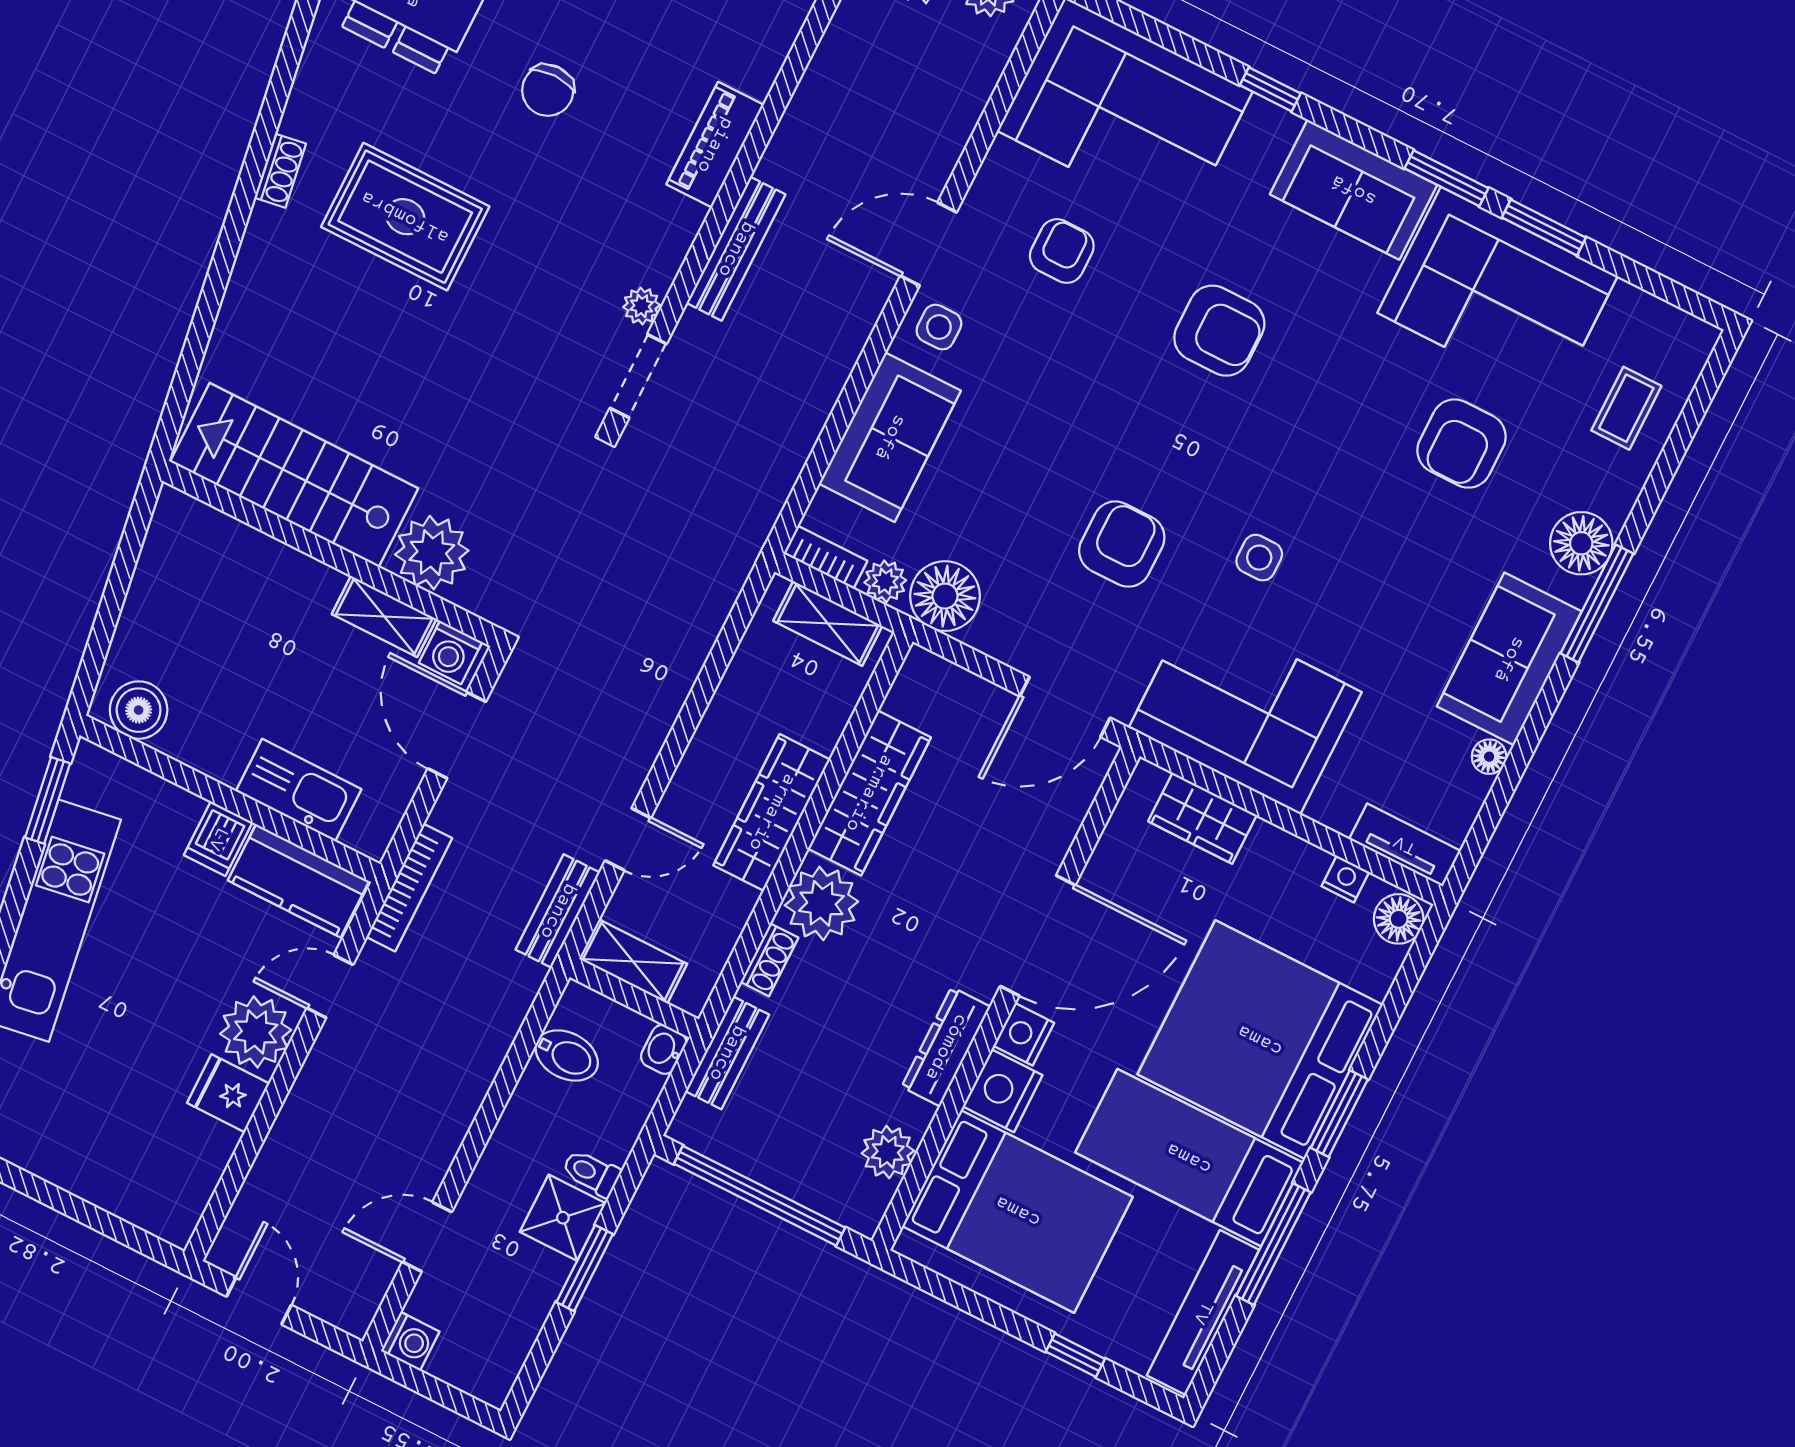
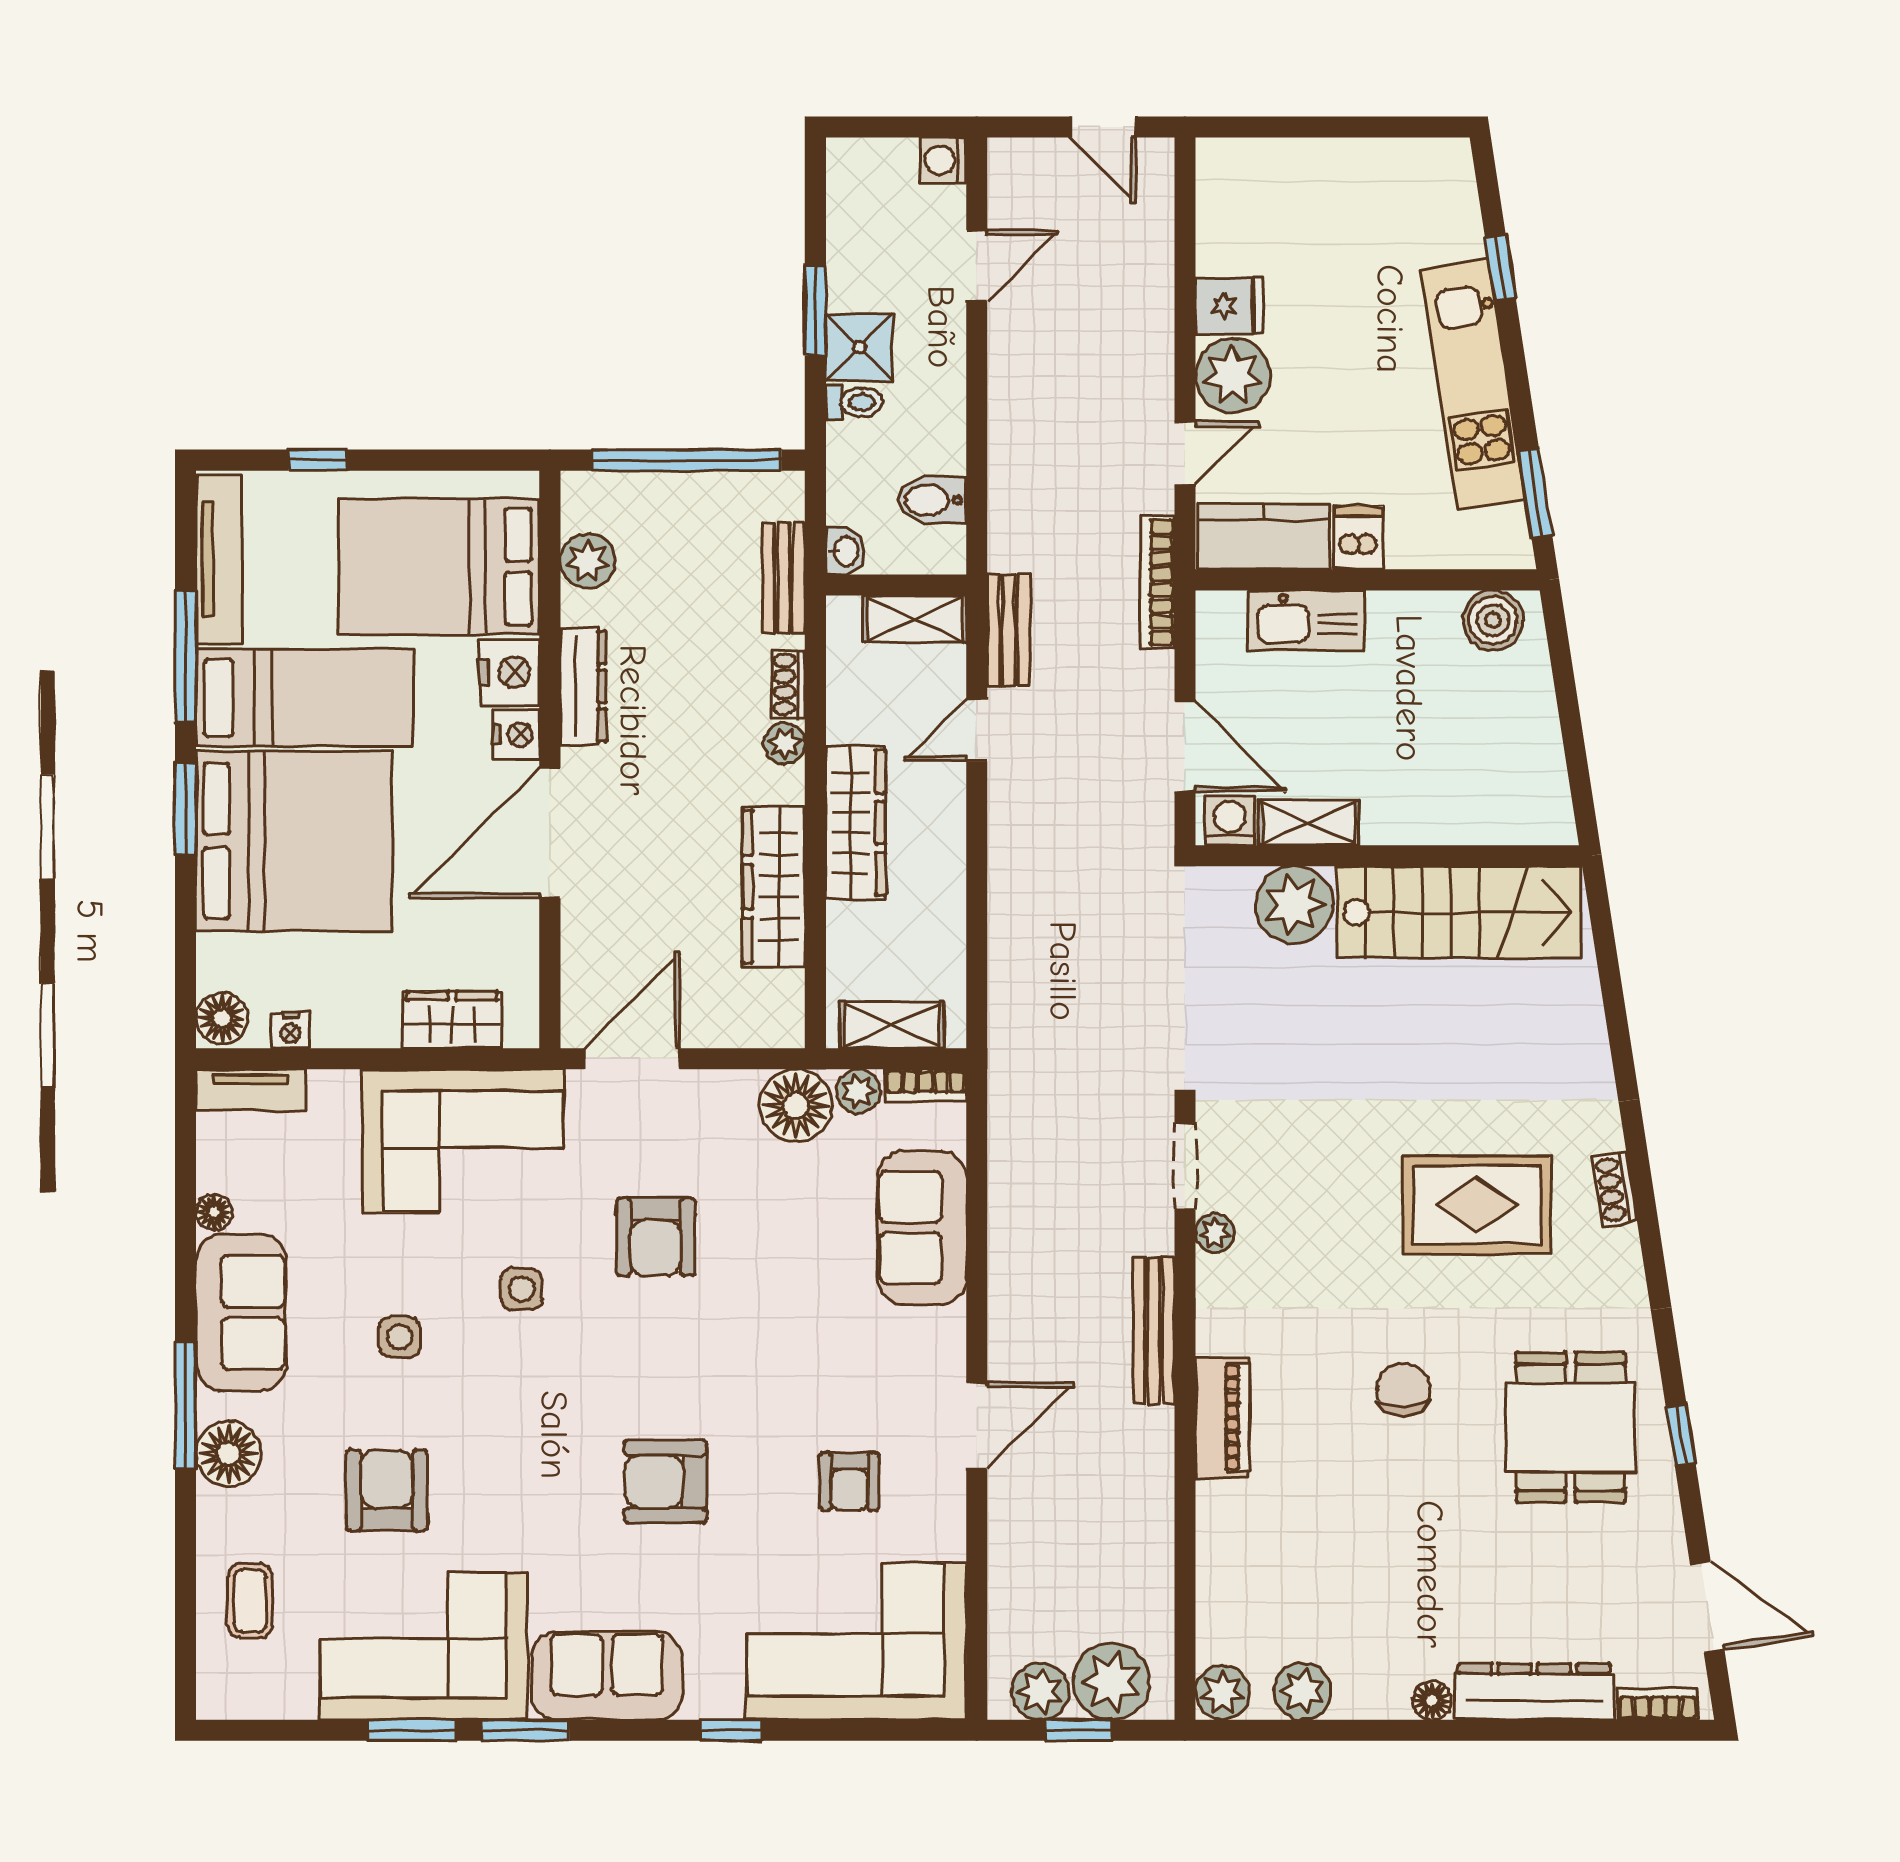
side table: (939, 327) -> (399, 1337), moved
plant: (821, 903) -> (784, 743), width x0.53, depth x0.53

